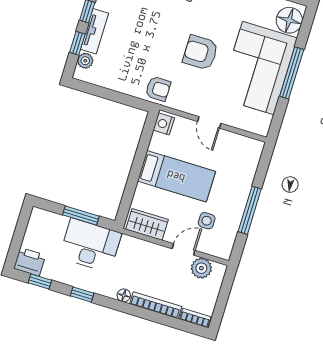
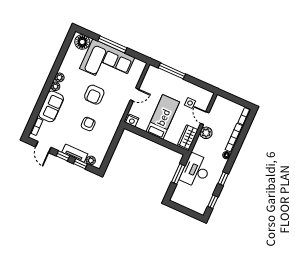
armchair: (158, 89) -> (88, 124), moved
window: (250, 210) -> (172, 71), moved
printer: (30, 262) -> (201, 206), removed
plant: (201, 268) -> (206, 133), moved

